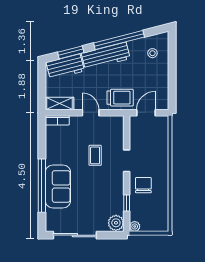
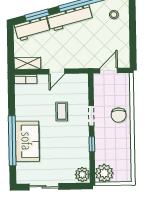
trolley: (120, 98) -> (84, 57), removed
door: (91, 113) -> (57, 71), swing flipped
chair: (143, 185) -> (119, 115), moved, turned 180
window: (127, 203) -> (92, 144), moved
plant: (135, 226) -> (104, 173), width x1.88, depth x1.88
sliding door: (75, 235) -> (44, 187), width x0.73

